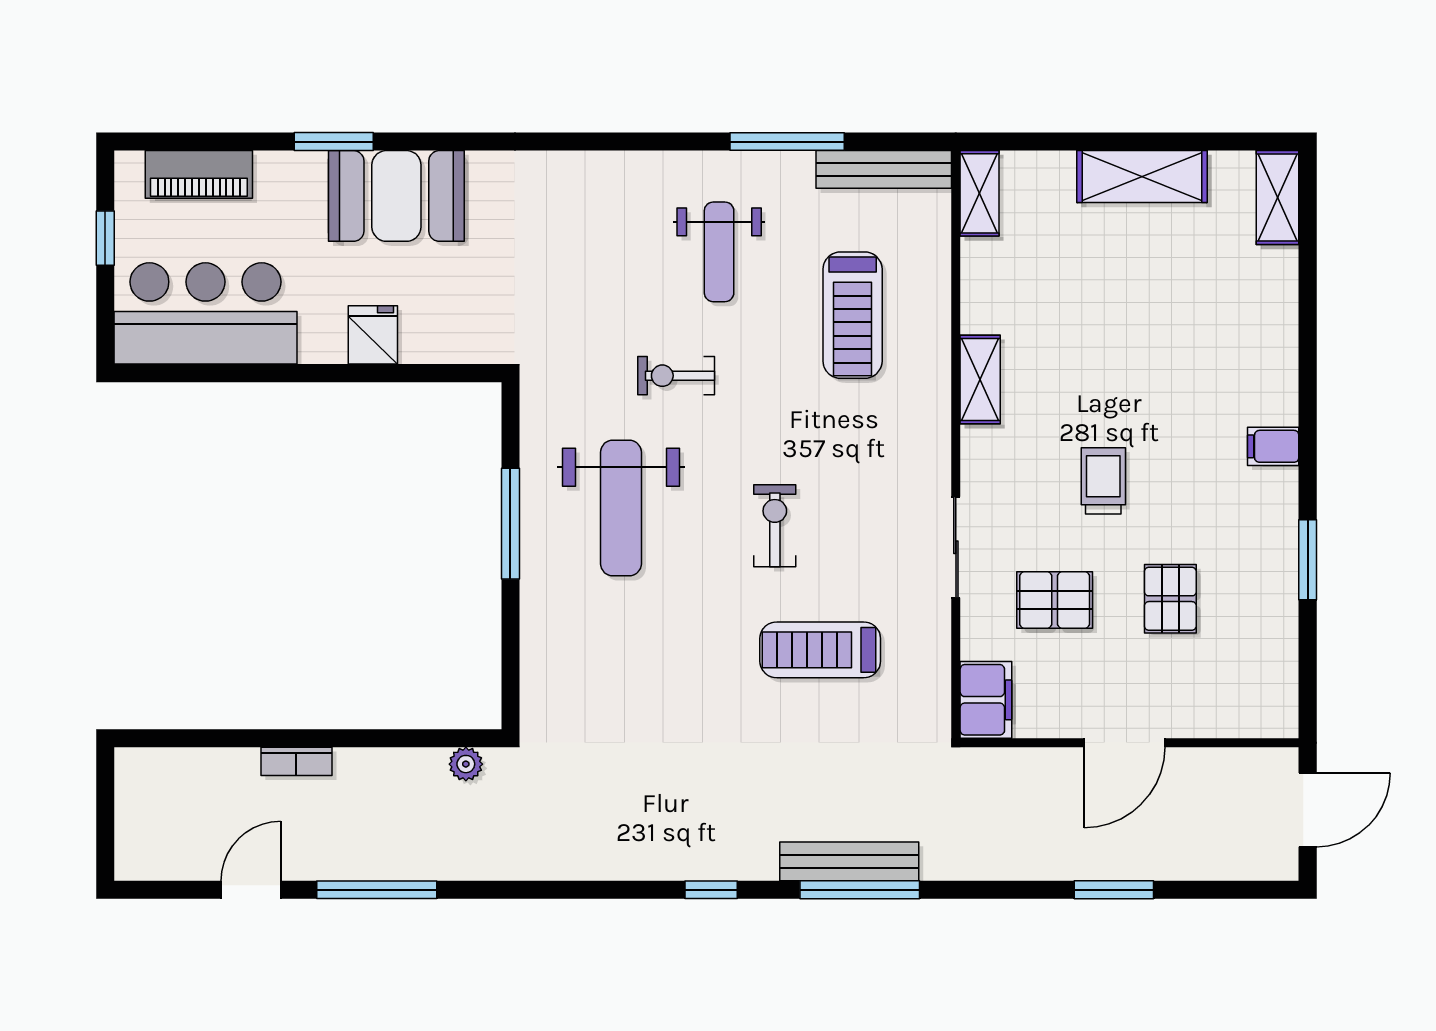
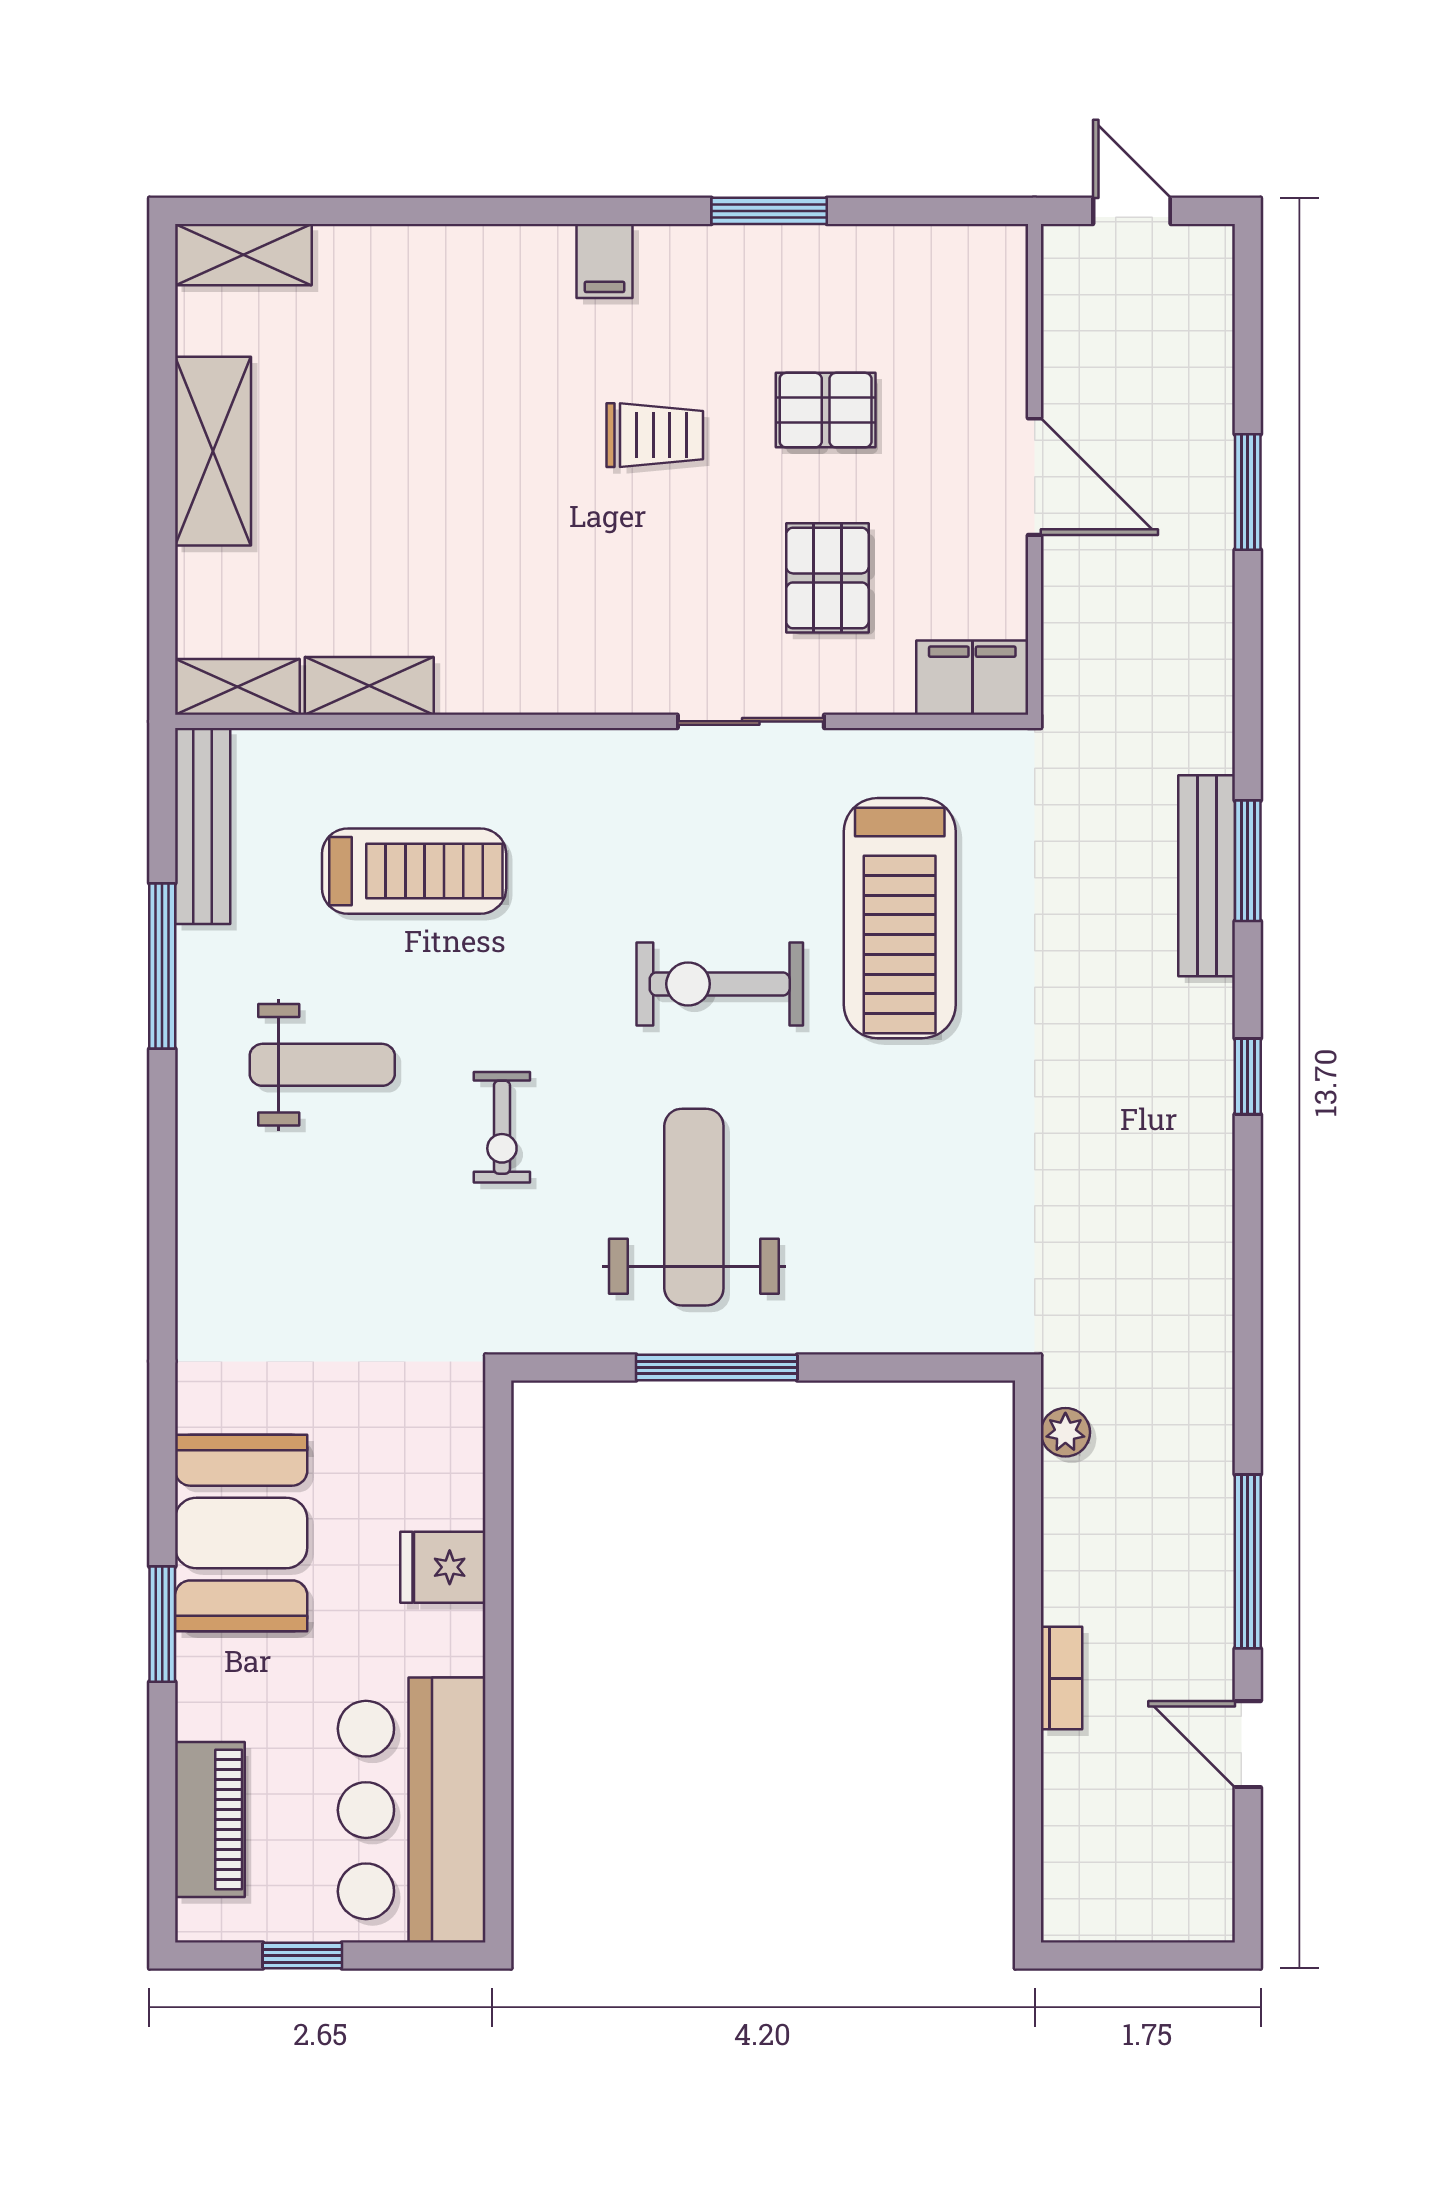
shelving: (980, 380) -> (369, 686), moved
trolley: (1103, 481) -> (655, 435), moved, turned 180
weight bench: (621, 508) -> (694, 1207), turned -90
exercise bike: (775, 526) -> (720, 984), width x1.38, depth x1.39
treadmill: (820, 650) -> (900, 918), width x1.37, depth x1.38
door: (1308, 810) -> (1132, 211), width x0.73
window: (860, 890) -> (1248, 861), width x0.69

